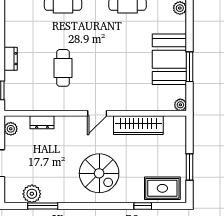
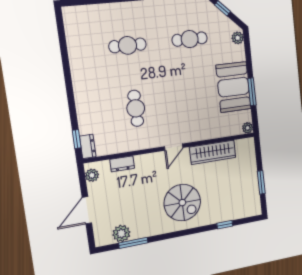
dresser: (11, 59) -> (88, 146), moved
rug: (162, 188) -> (240, 206), removed

